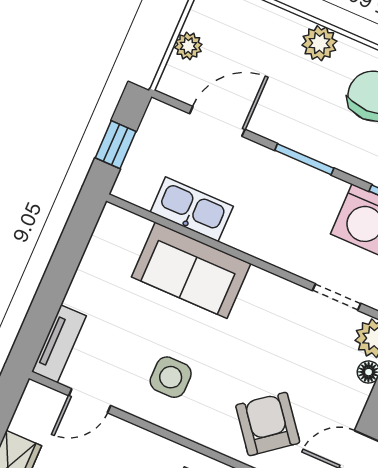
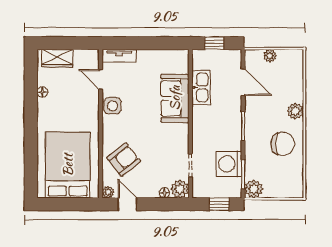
side table: (171, 377) -> (113, 106), moved

